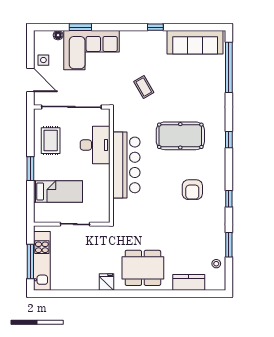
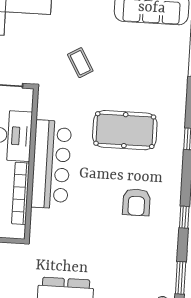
bookcase: (105, 188) -> (21, 193), added

